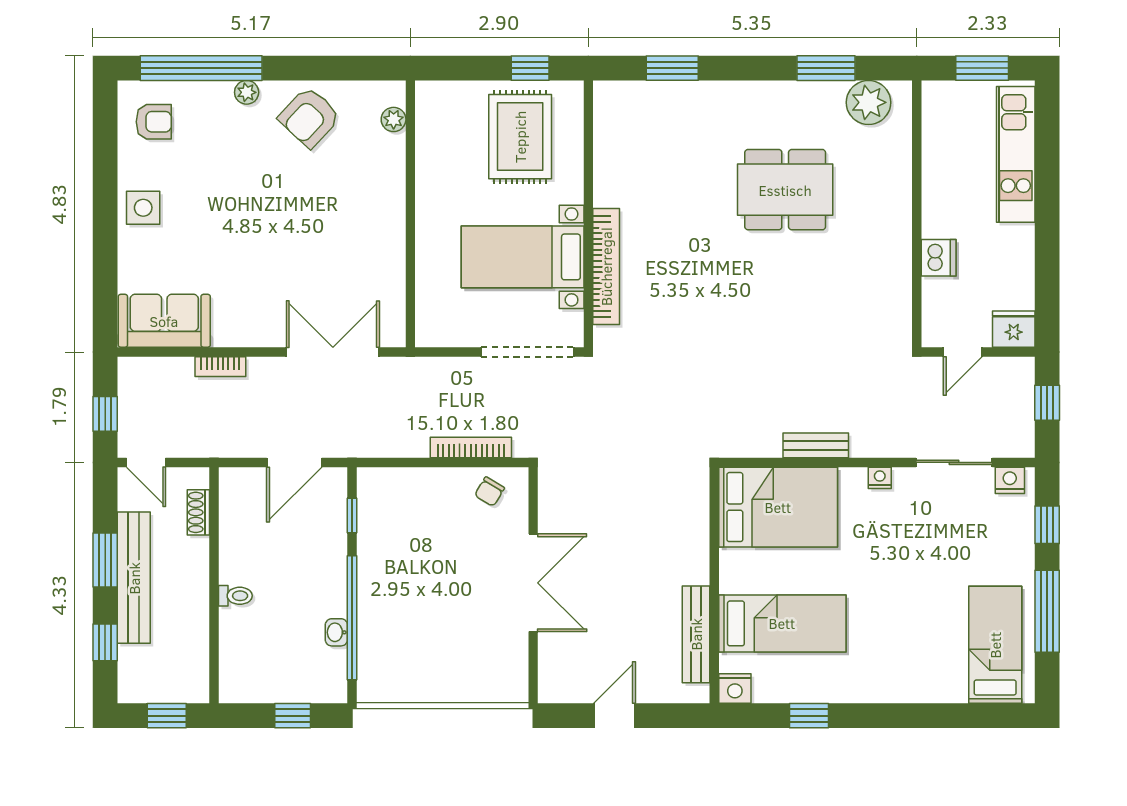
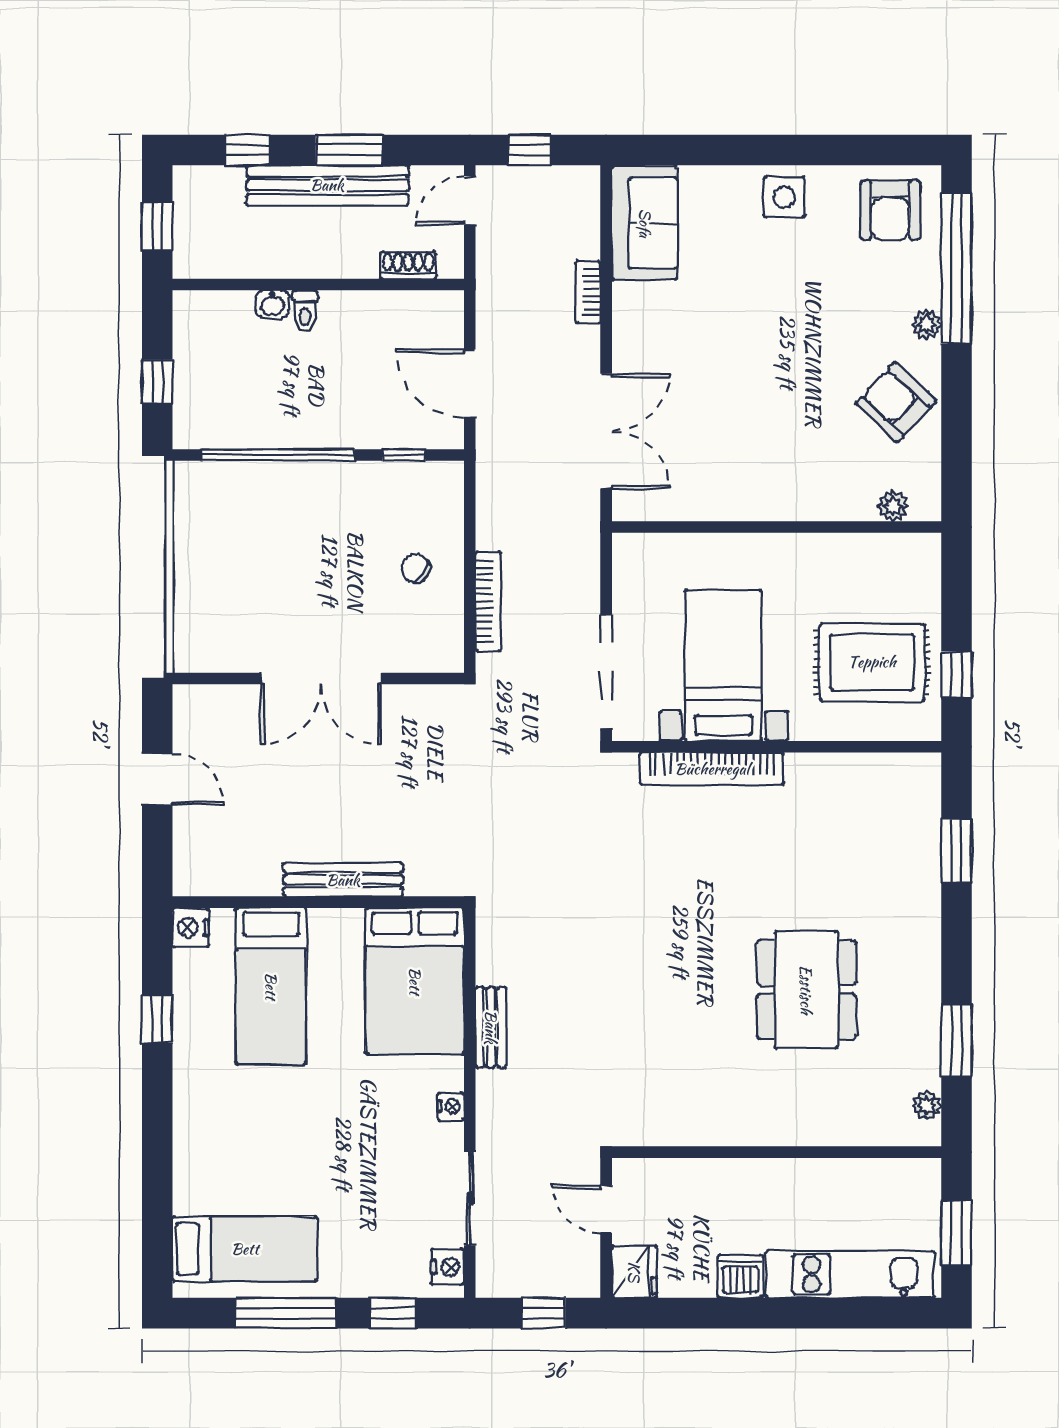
plant: (869, 102) -> (927, 1105), width x0.53, depth x0.53
armchair: (154, 122) -> (890, 210), width x1.38, depth x1.38
dishwasher: (939, 258) -> (740, 1277), moved, turned 180
chair: (490, 492) -> (416, 568), moved
washbasin: (336, 632) -> (272, 304), moved, turned 180
bench: (696, 634) -> (343, 880), moved

